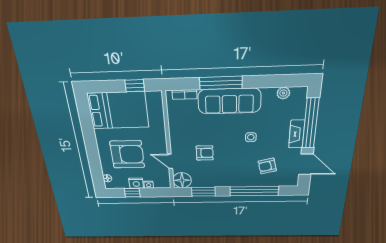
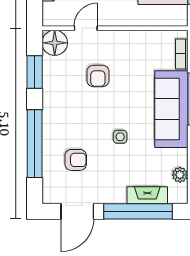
fireplace: (297, 134) -> (147, 195), moved
armchair: (267, 166) -> (76, 160), turned 103

